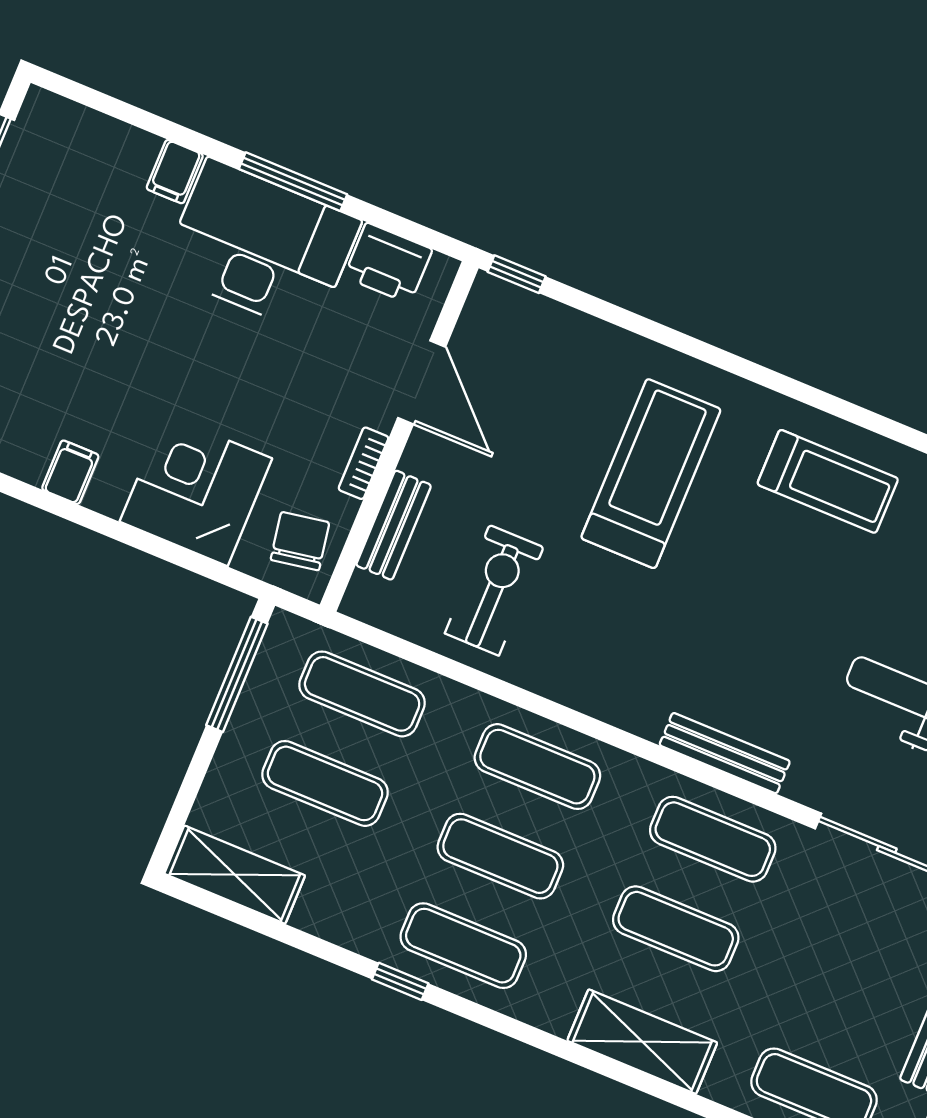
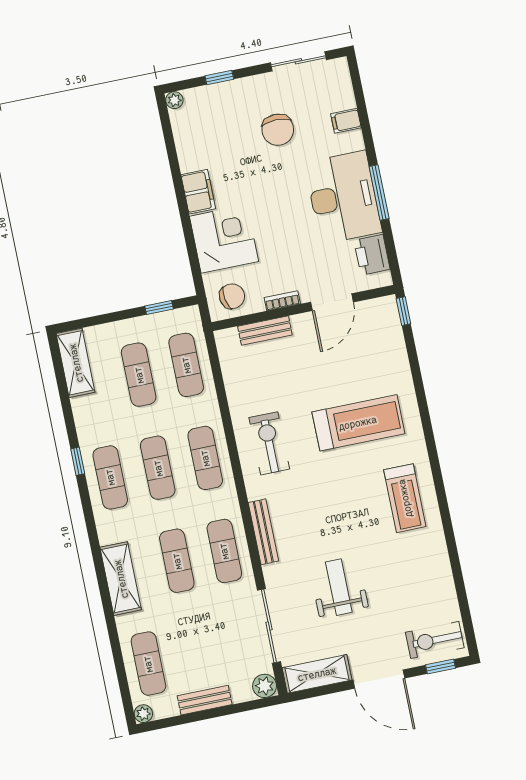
filing cabinet: (175, 172) -> (346, 121), moved
chair: (76, 279) -> (278, 130), added
filing cabinet: (70, 472) -> (198, 192), width x2.00
exercise bike: (494, 590) -> (269, 443), moved, turned -90
window: (237, 674) -> (159, 308), width x0.46

